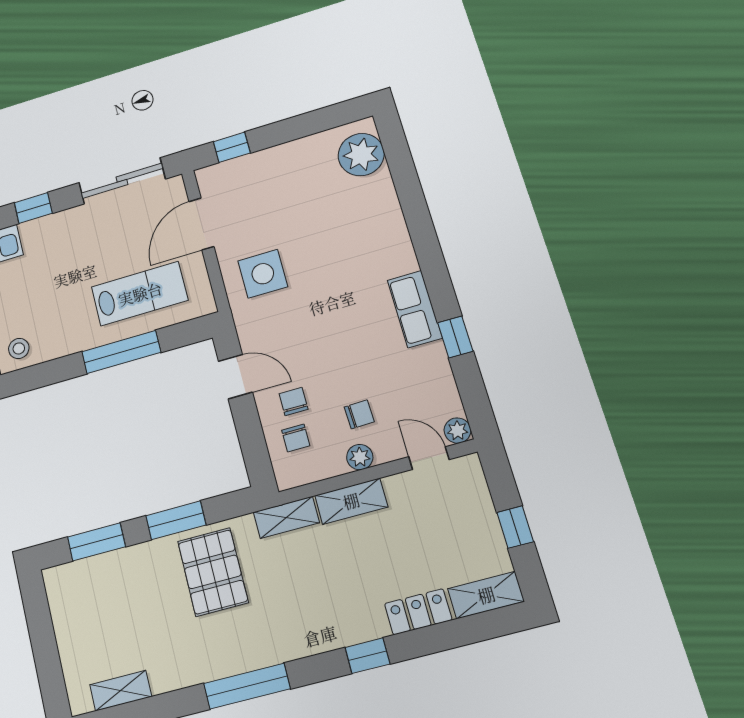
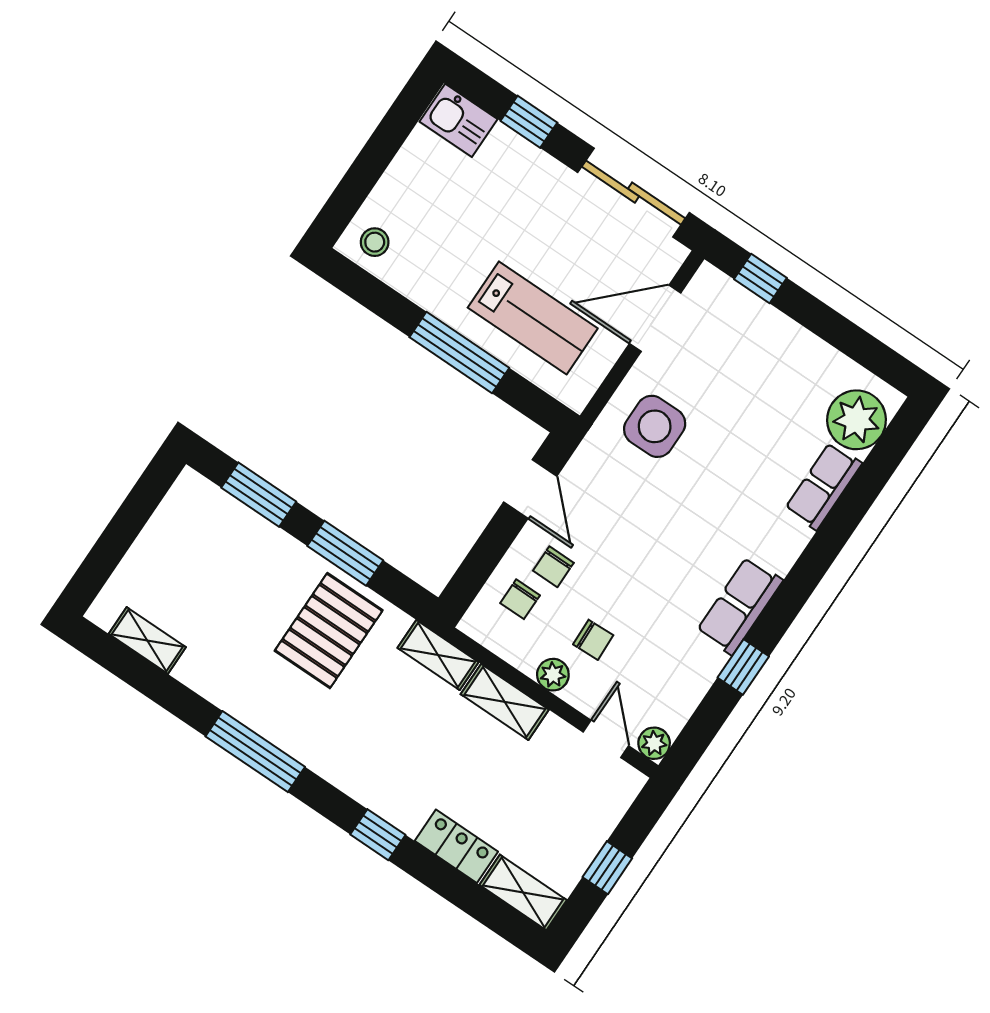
row of seats: (384, 203) -> (823, 486), added
chair: (294, 401) -> (553, 567), turned 180

